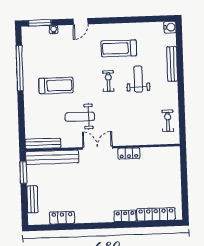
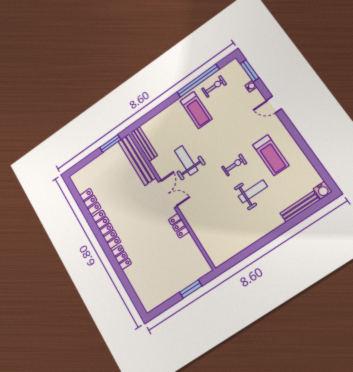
treadmill: (119, 48) -> (271, 155), turned 180
bench: (172, 64) -> (300, 207), moved
treadmill: (56, 85) -> (196, 110), moved
exercise bike: (168, 121) -> (214, 87), moved
window: (184, 173) -> (191, 289), added
bench: (32, 199) -> (92, 166), removed
locker: (156, 214) -> (106, 229), moved

